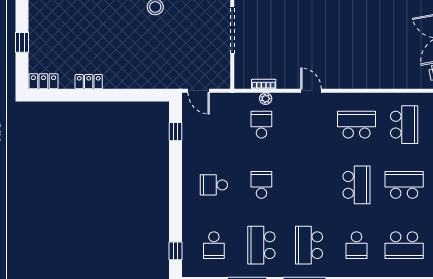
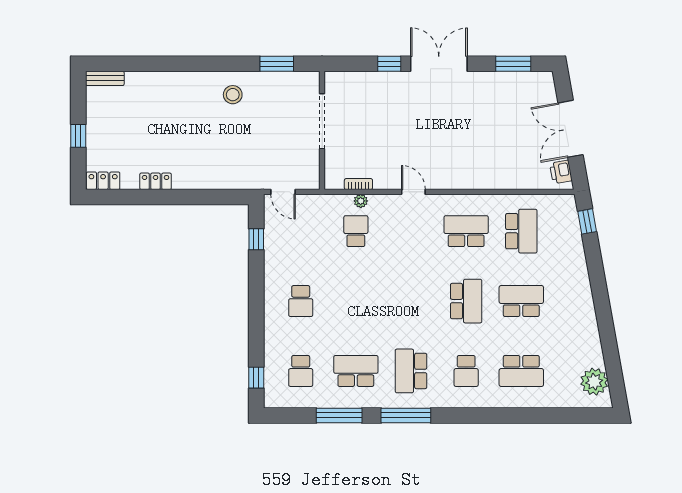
school desk: (214, 185) -> (301, 301), turned -90
school desk: (261, 185) -> (356, 301), removed
school desk: (261, 245) -> (356, 371), turned 90

